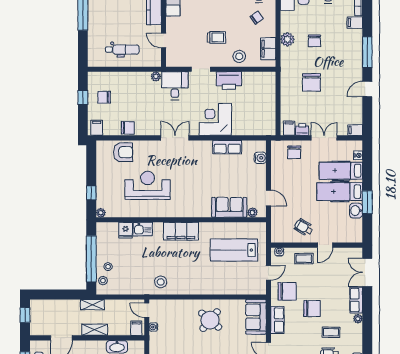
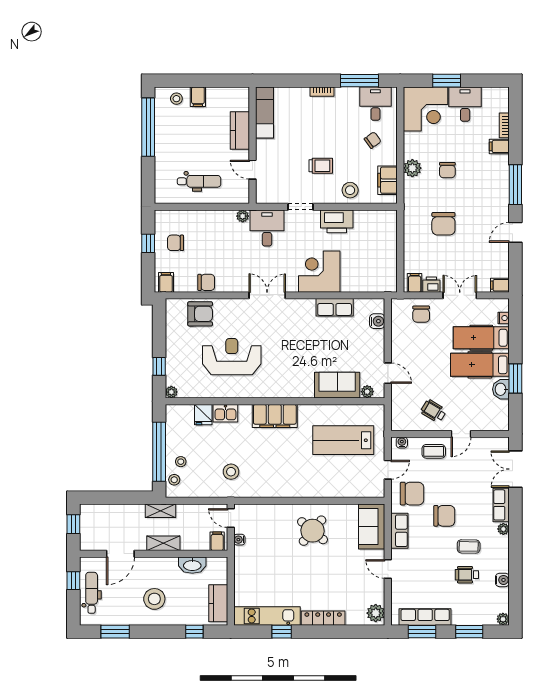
stool: (161, 282) -> (231, 472), moved

